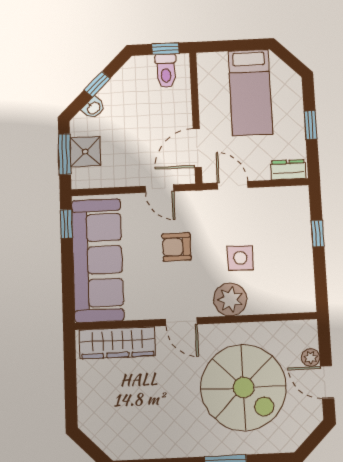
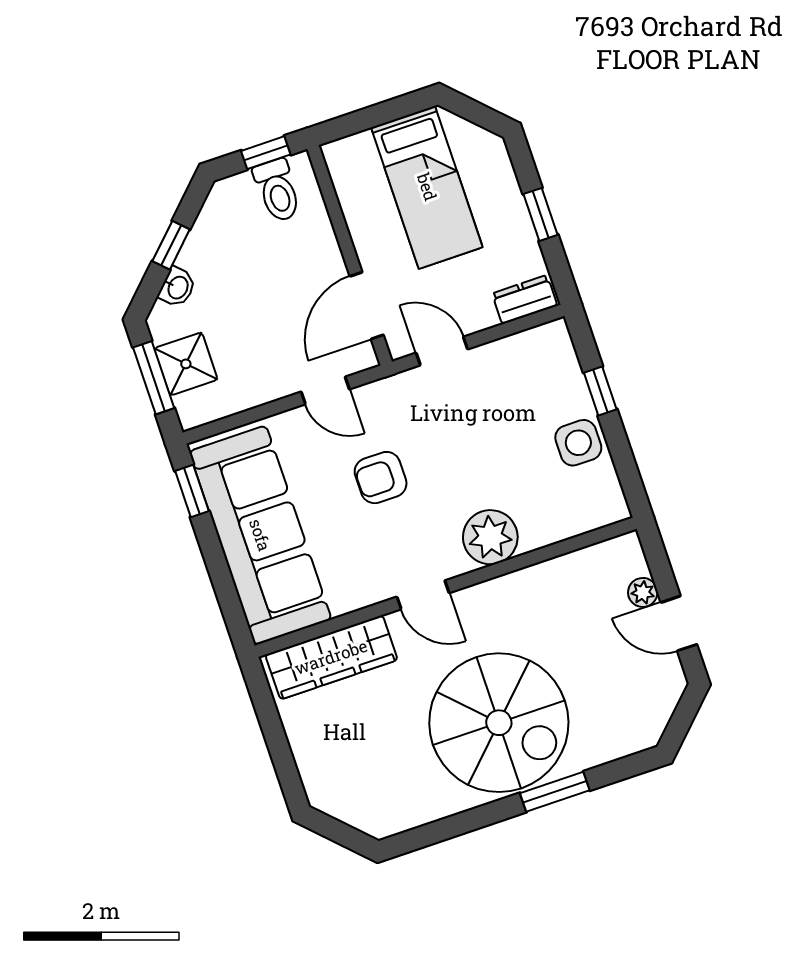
side table: (240, 258) -> (578, 443), moved
spiral stairs: (244, 387) -> (499, 723), moved

